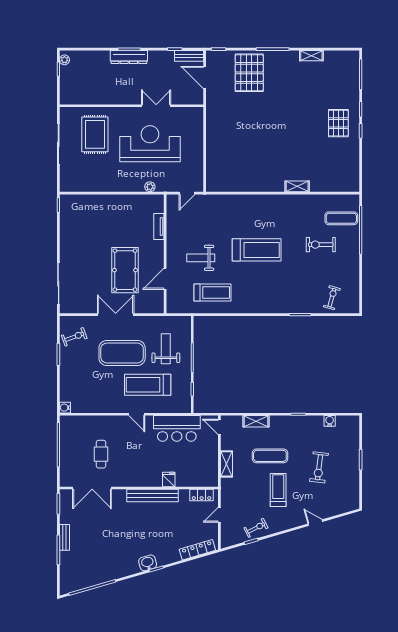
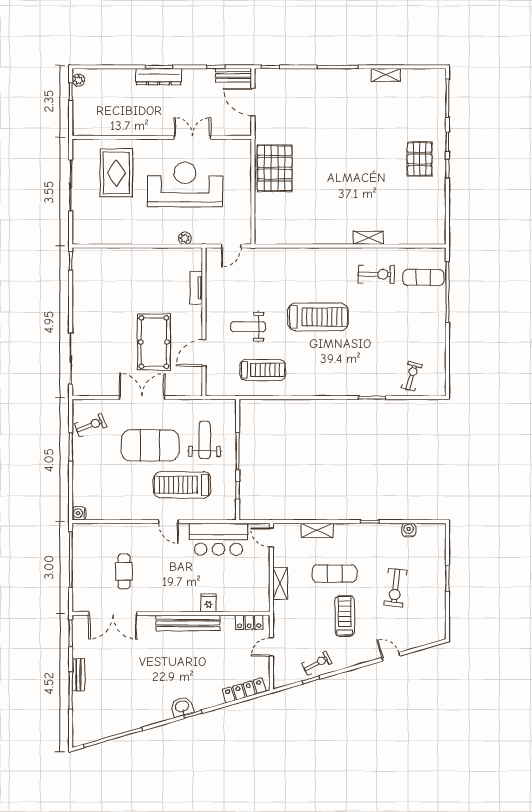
pallet: (249, 73) -> (275, 168), moved
exercise bike: (321, 245) -> (376, 274), moved, turned 180

